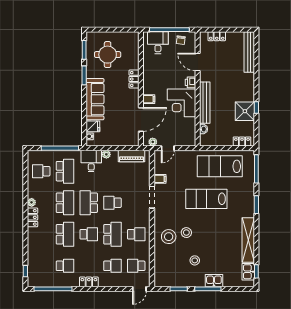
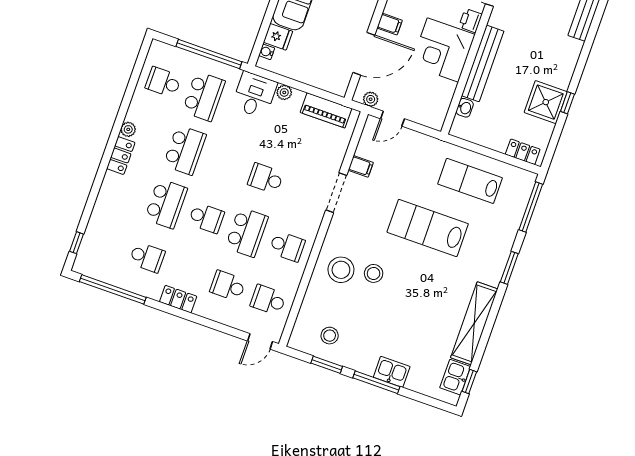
lab bench: (220, 166) -> (470, 181), width x0.73, depth x0.72
school desk: (89, 203) -> (225, 164), removed
stool: (195, 260) -> (330, 336), moved
school desk: (112, 266) -> (228, 286), turned 180

